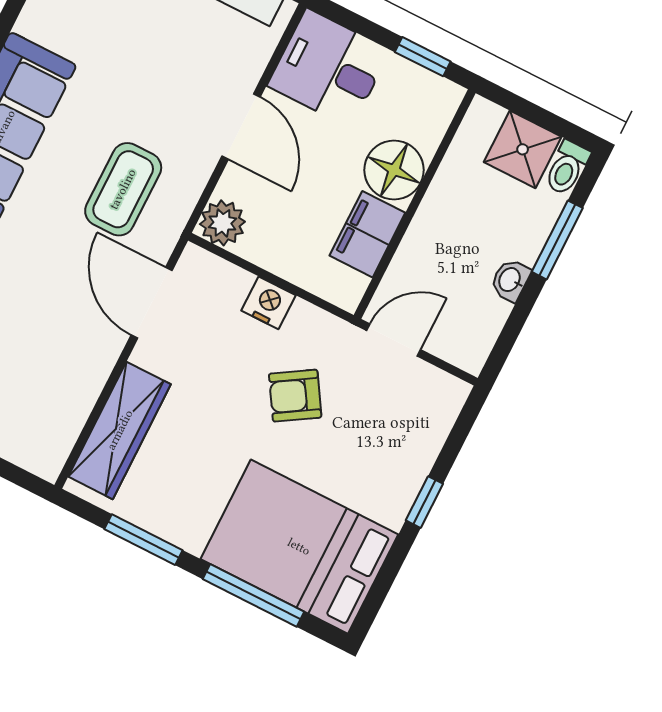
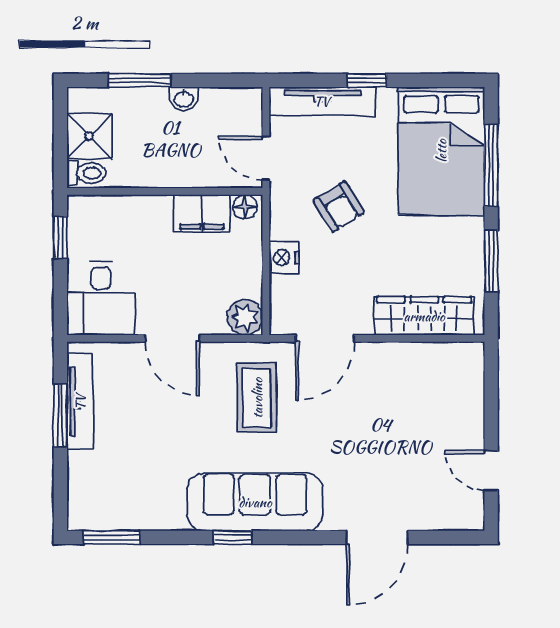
door: (241, 127) -> (172, 338), swing flipped
toilet: (567, 168) -> (86, 173), moved
floor lamp: (394, 170) -> (245, 207), moved, width x0.53, depth x0.53
coffee table: (123, 189) -> (257, 398), turned 90
tv unit: (426, 438) -> (322, 101), added

